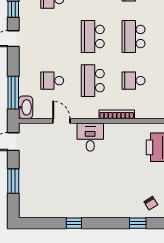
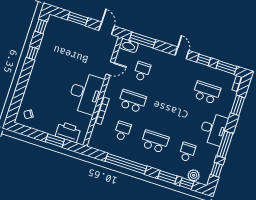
school desk: (93, 37) -> (165, 112), removed
desk: (90, 137) -> (86, 93), width x1.87, depth x1.30
window: (138, 223) -> (41, 26), moved

